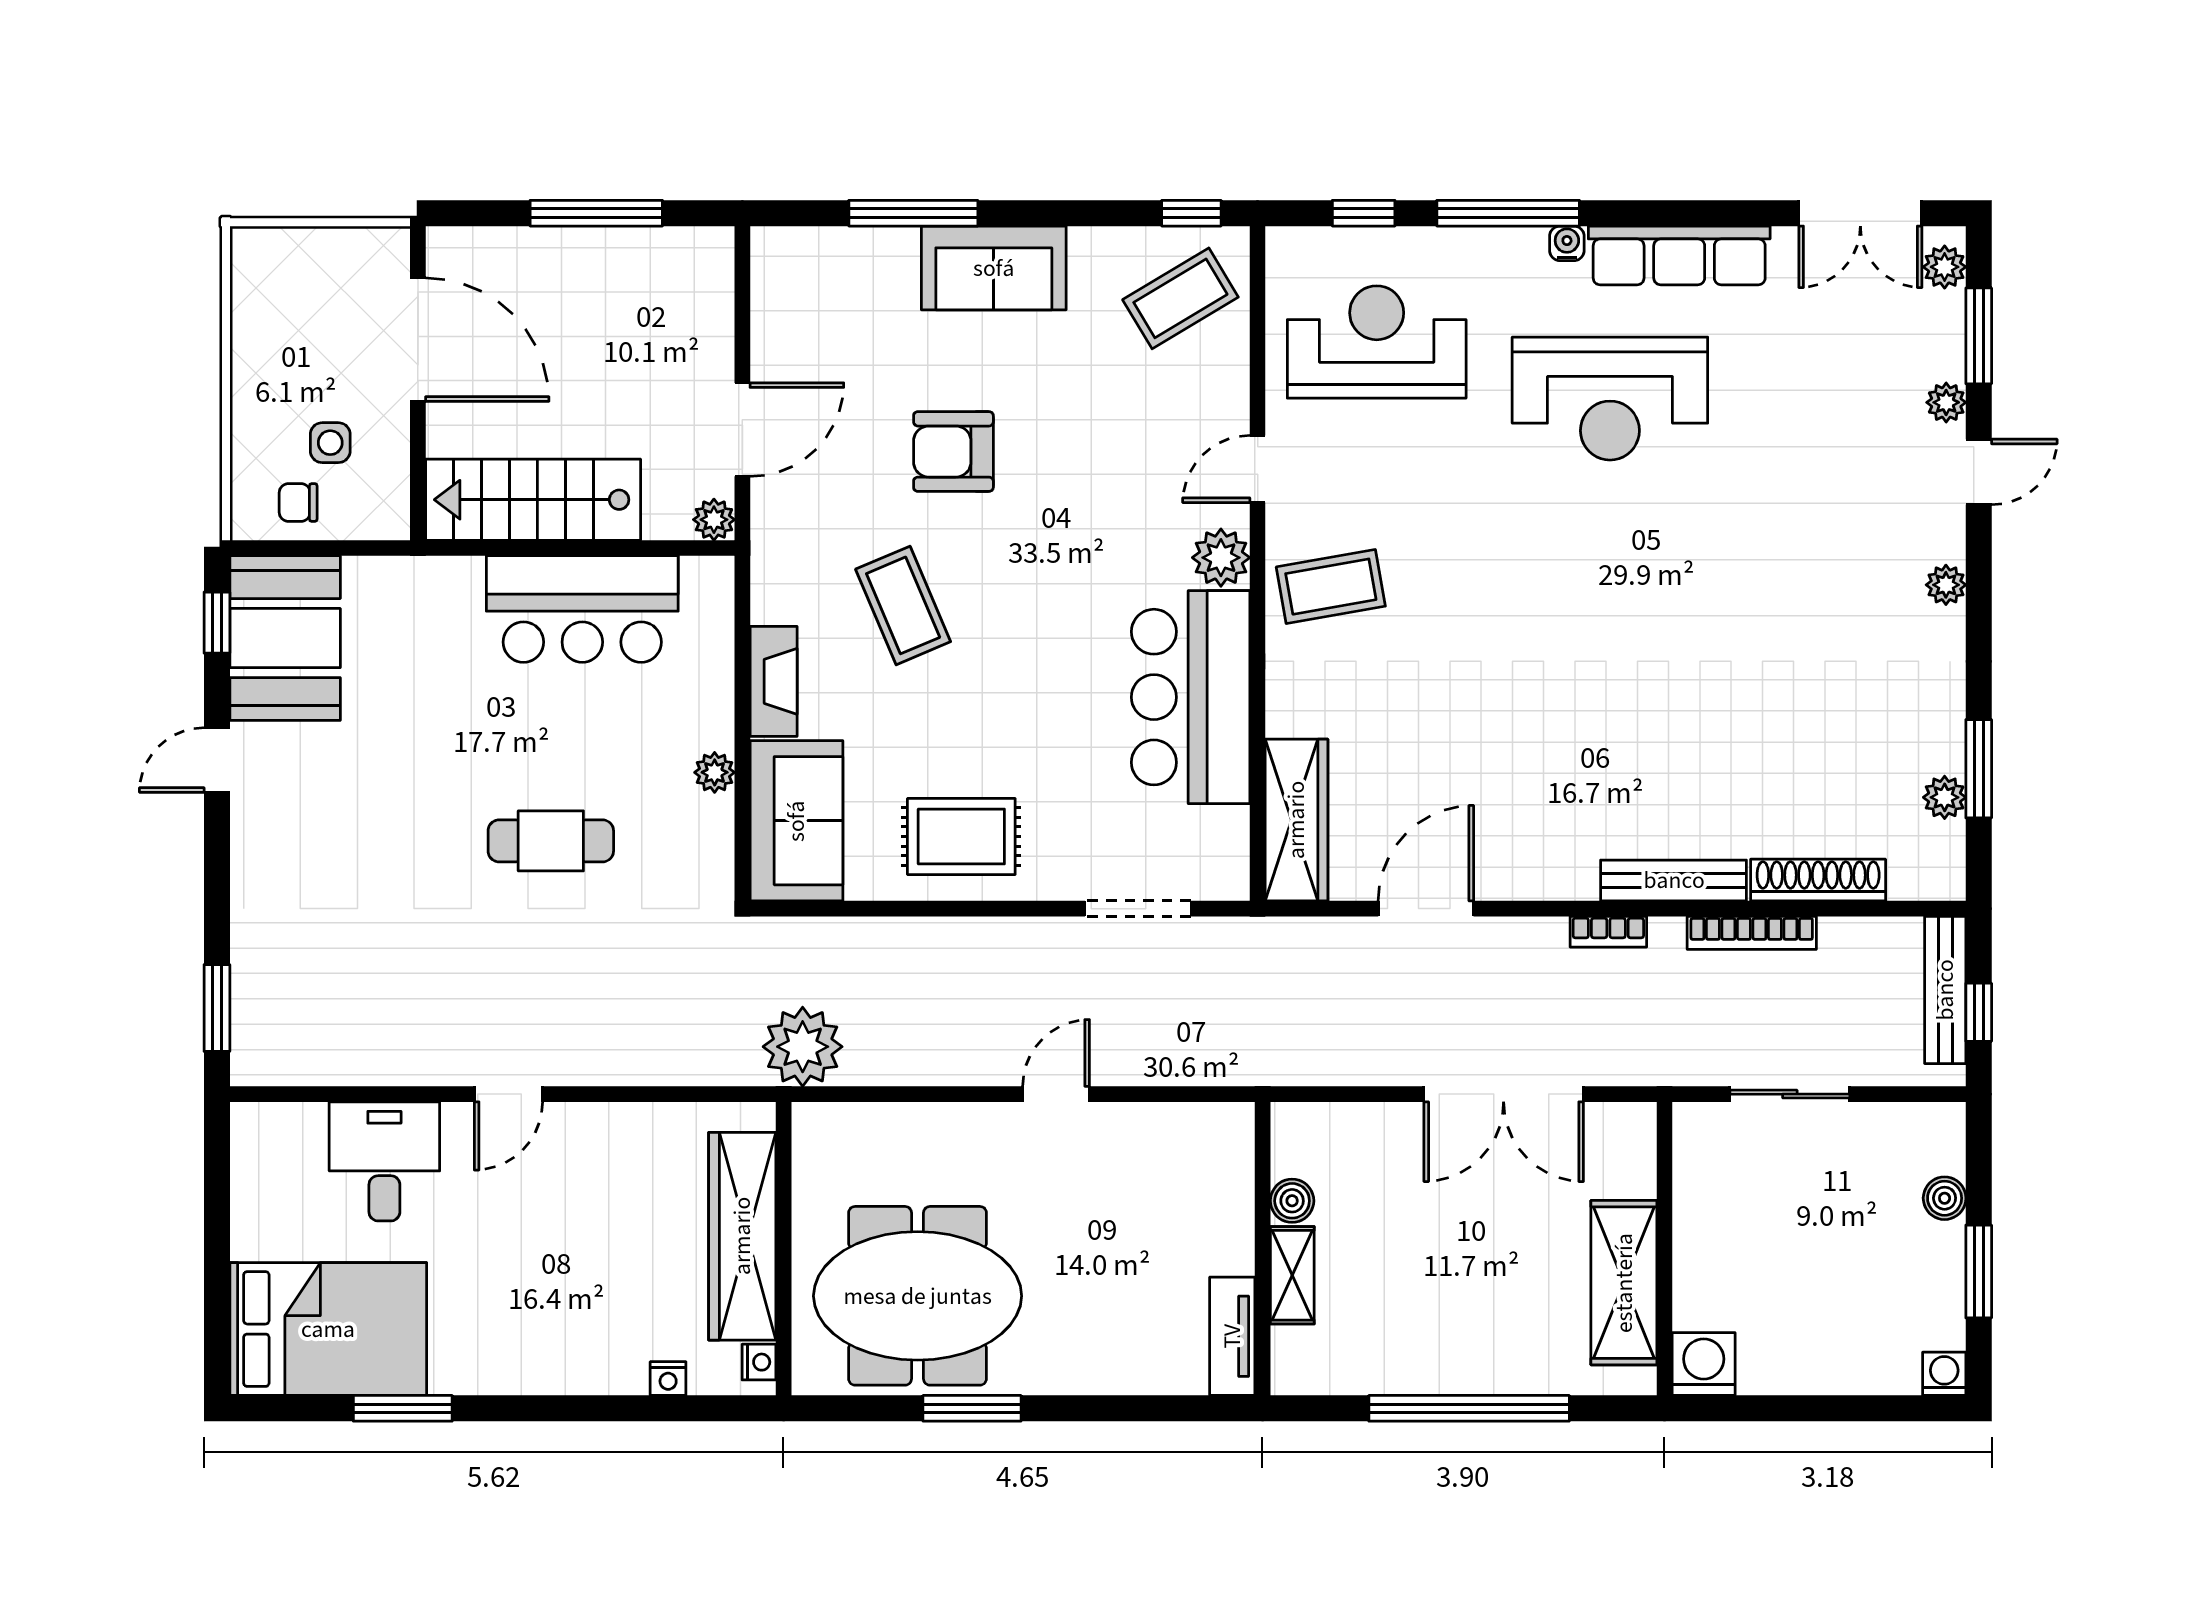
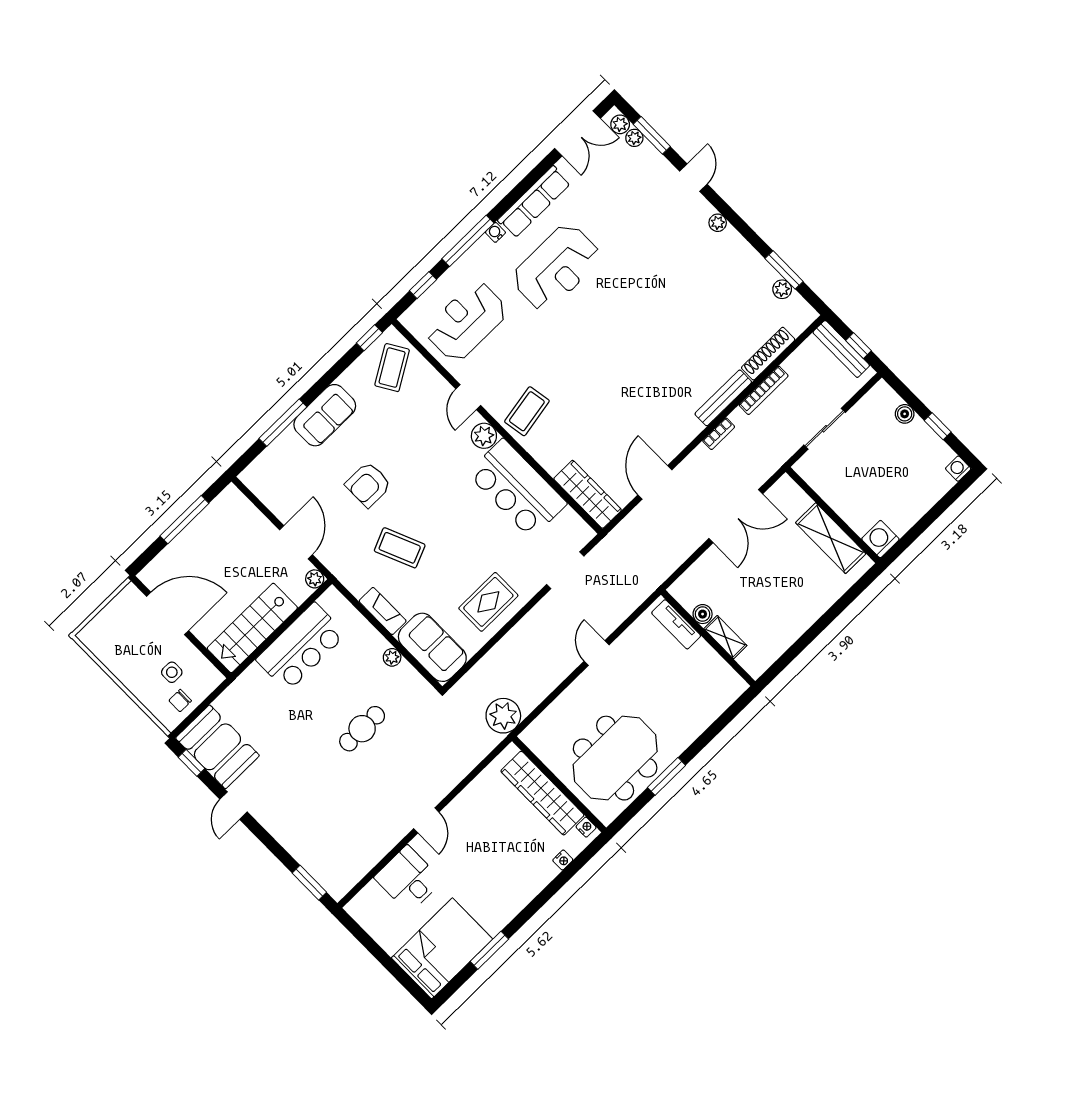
plant: (1946, 402) -> (634, 138), moved
window: (1979, 1271) -> (938, 426), width x0.67
tv unit: (1232, 1336) -> (676, 624), moved
window: (1469, 1408) -> (821, 625), removed

